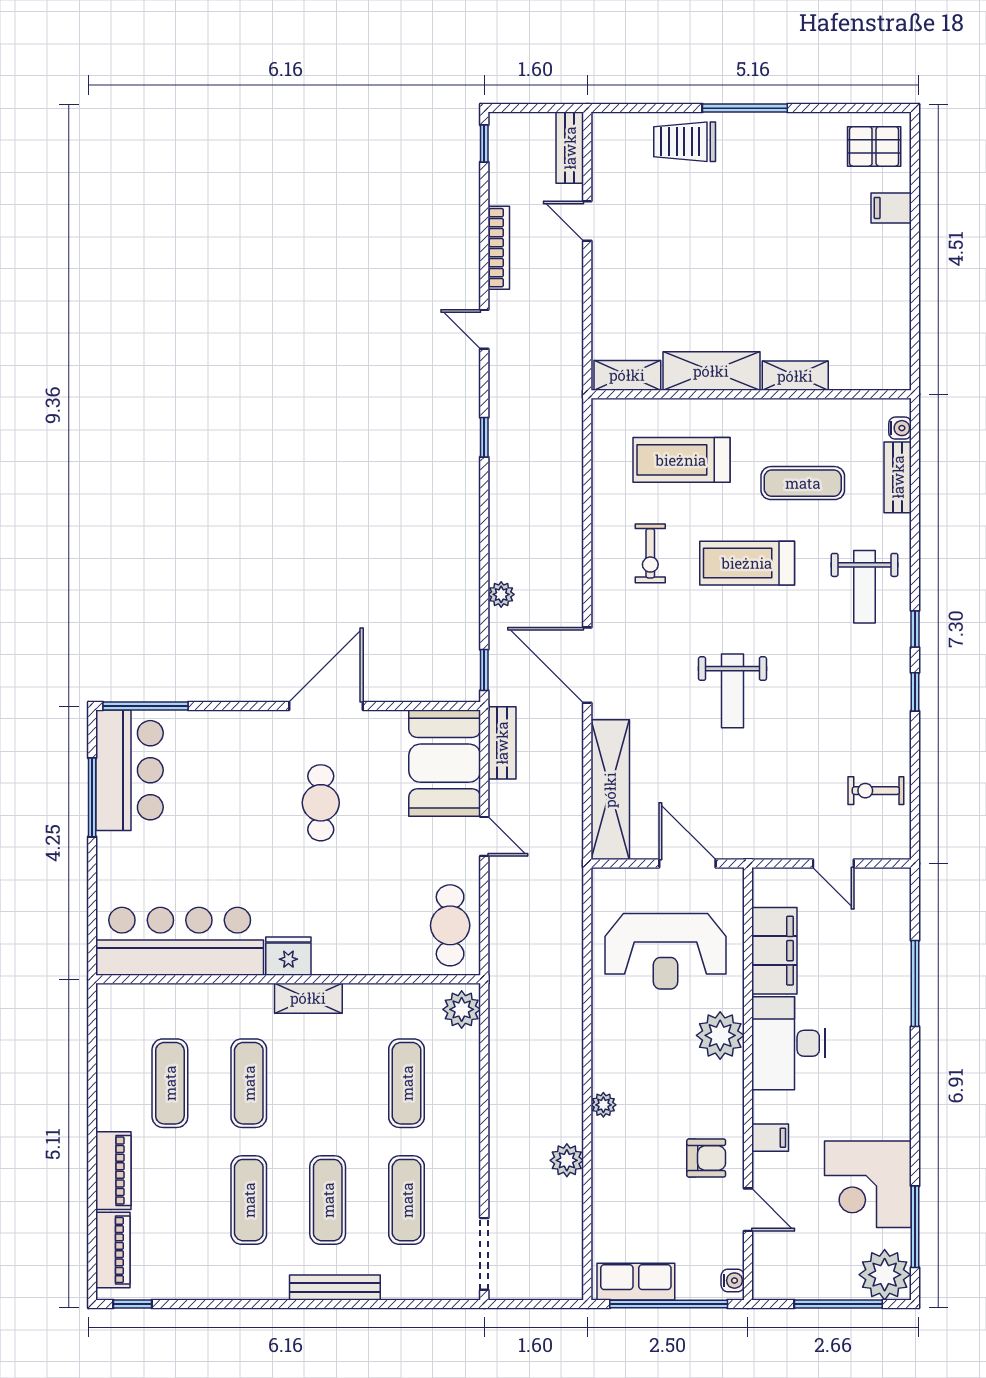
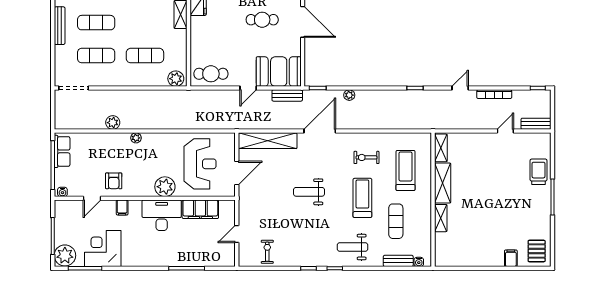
reception desk: (665, 951) -> (200, 164), turned 180

